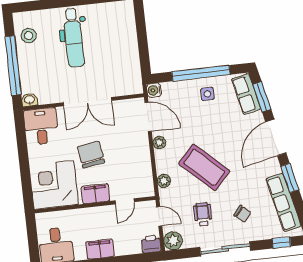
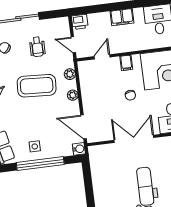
plant: (159, 143) -> (73, 95), moved
chair: (91, 154) -> (130, 95), width x0.54, depth x0.54
coffee table: (204, 167) -> (37, 86), turned -40
filing cabinet: (95, 194) -> (126, 63), width x0.50
plant: (173, 241) -> (62, 25), removed

